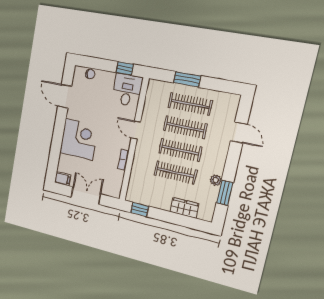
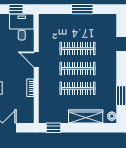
window: (187, 79) -> (82, 9), moved
clothes rail: (190, 104) -> (78, 29), removed
plant: (216, 180) -> (112, 116), moved
wardrobe: (184, 208) -> (86, 117), width x1.50

